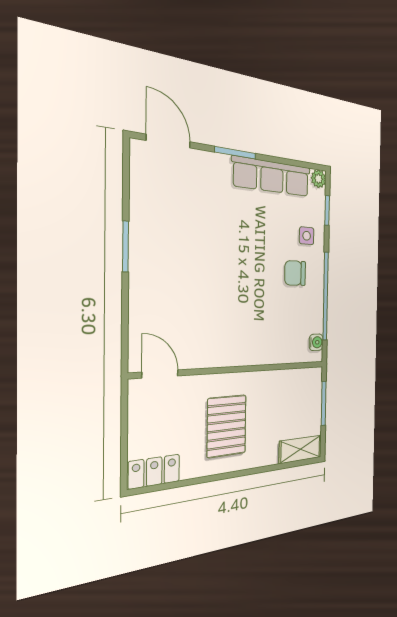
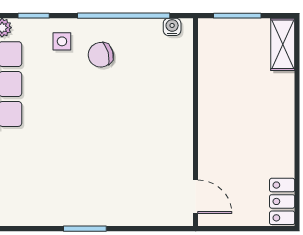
chair: (295, 273) -> (101, 55), turned 75
door: (160, 374) -> (196, 197), swing flipped
pallet: (227, 426) -> (249, 130), removed

